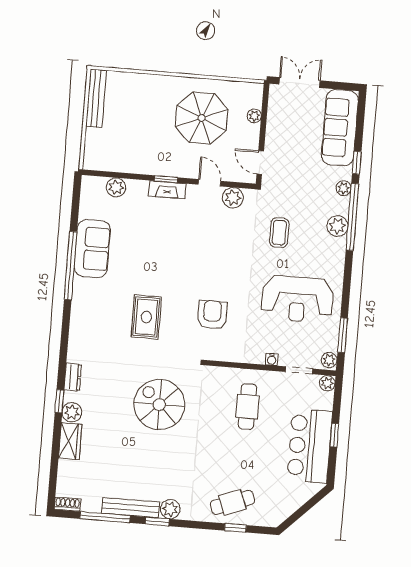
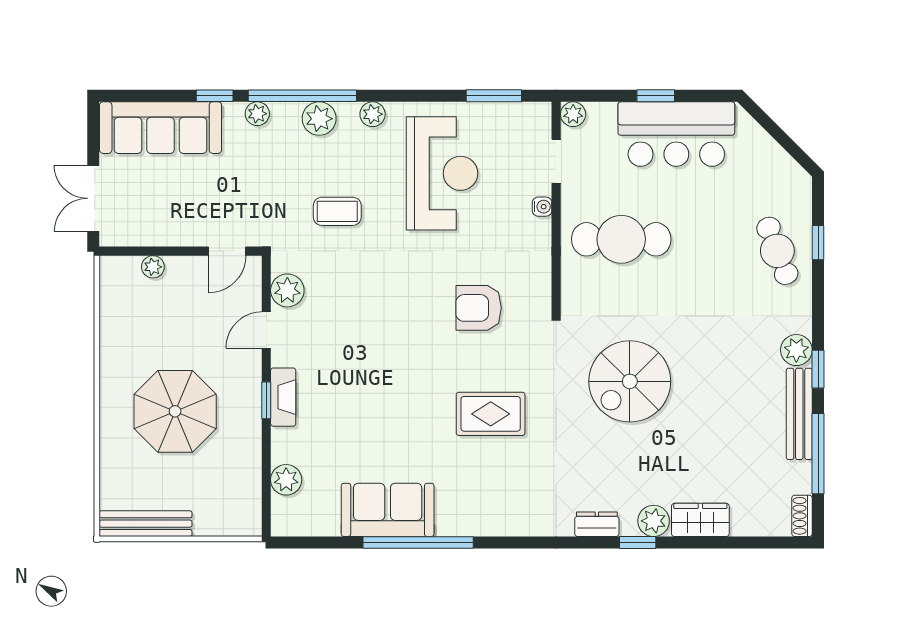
parasol: (202, 118) -> (175, 411), moved
plant: (329, 360) -> (373, 114), moved
cafe table: (247, 407) -> (621, 239), width x1.37, depth x1.35

